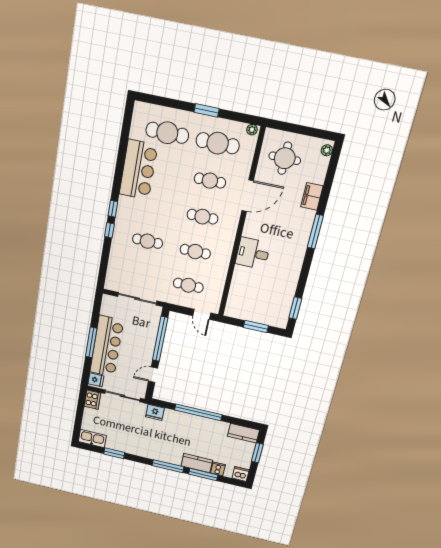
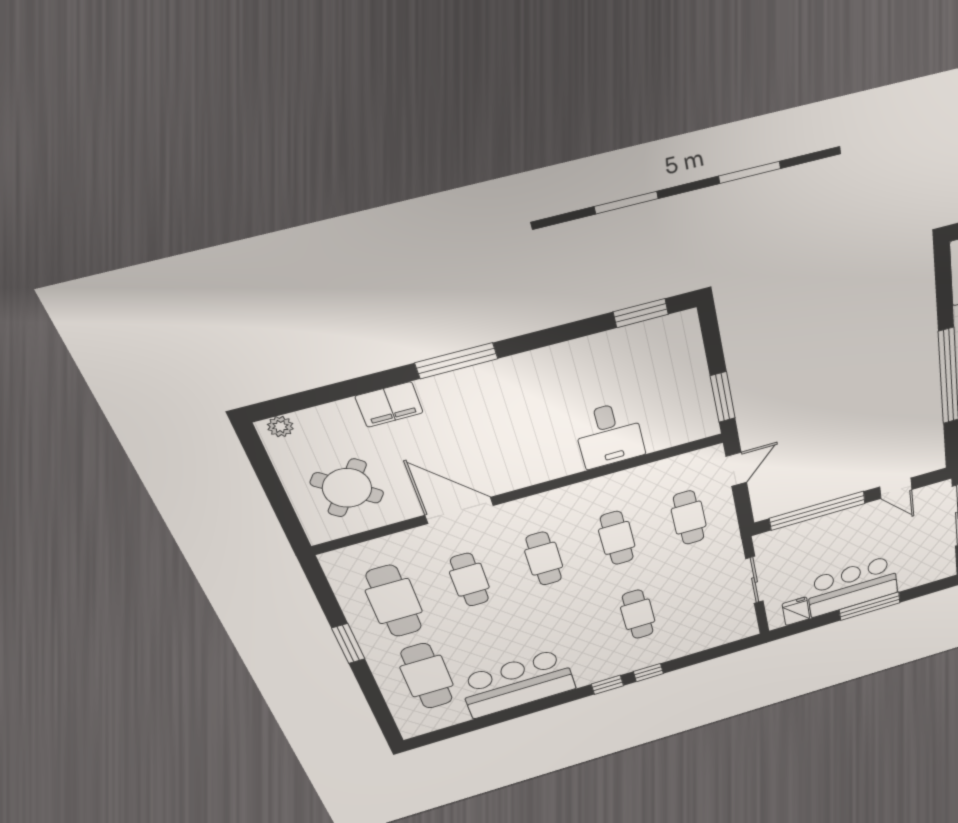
plant: (252, 130) -> (332, 564), removed
round table: (285, 158) -> (347, 488), turned 38
desk: (253, 253) -> (609, 435), moved
sliding door: (137, 299) -> (755, 580), width x0.73
window: (256, 326) -> (723, 397), moved
bar counter: (107, 346) -> (852, 586), width x0.73
fridge: (96, 380) -> (796, 611), moved

